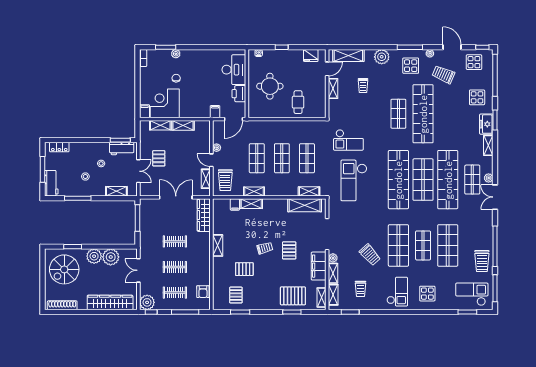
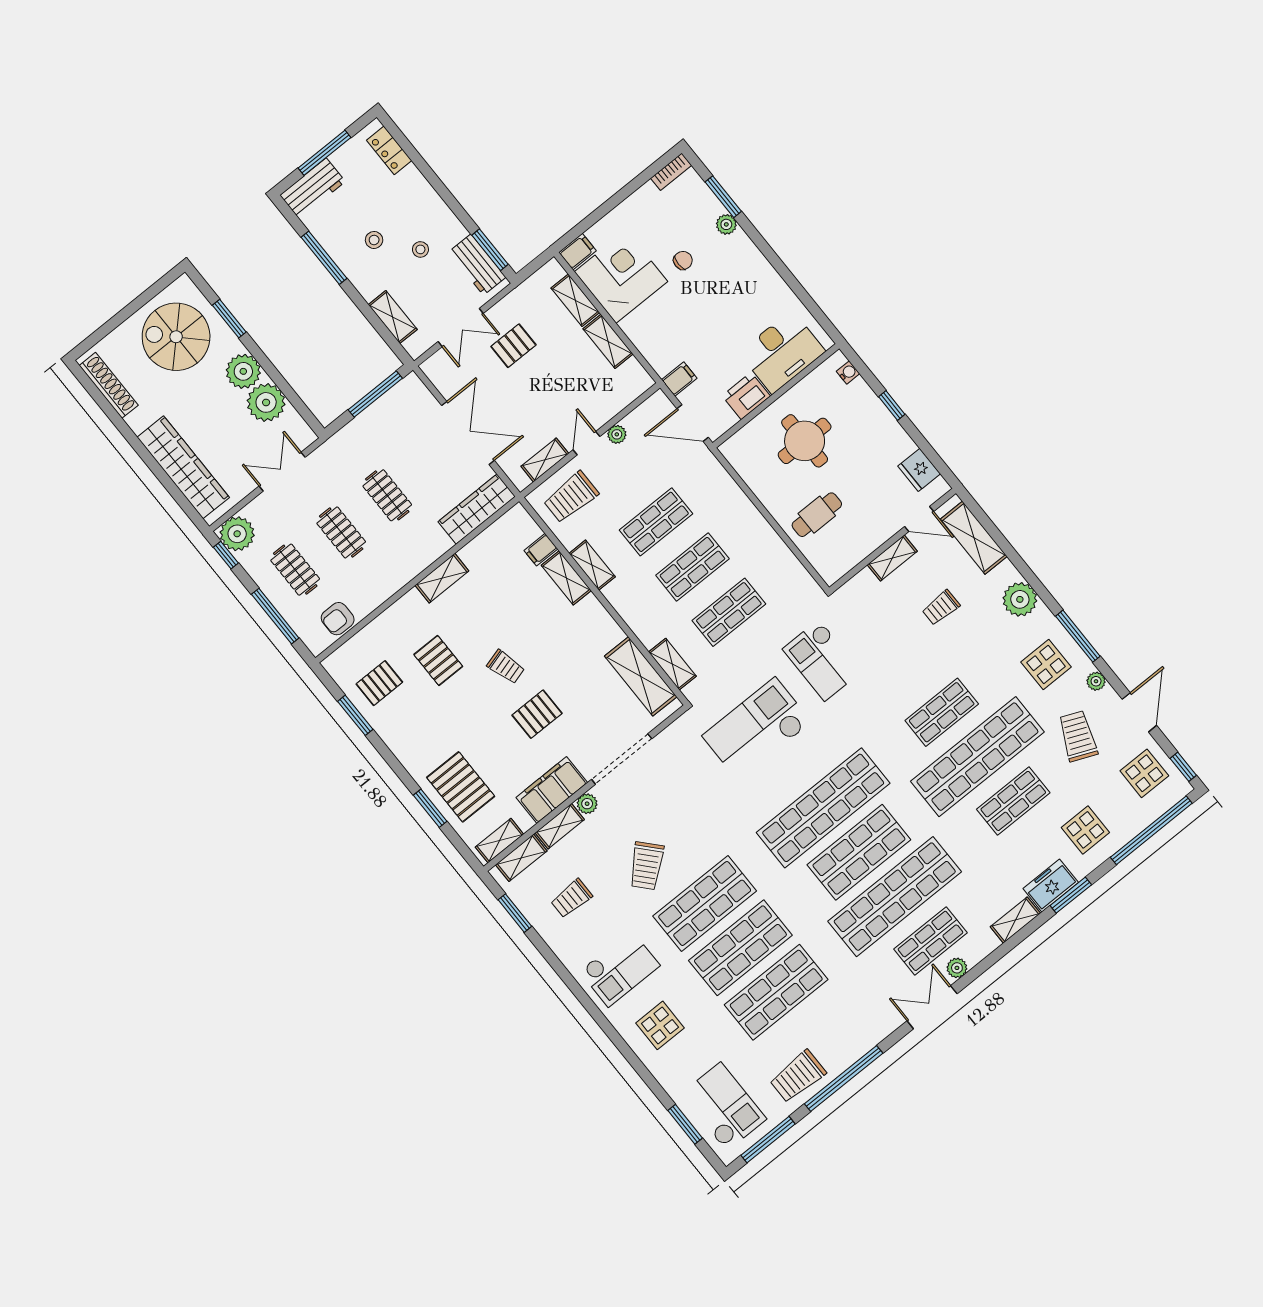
shop shelf: (448, 114) -> (1013, 801), added
shop shelf: (423, 245) -> (740, 948), width x1.43, depth x1.36

